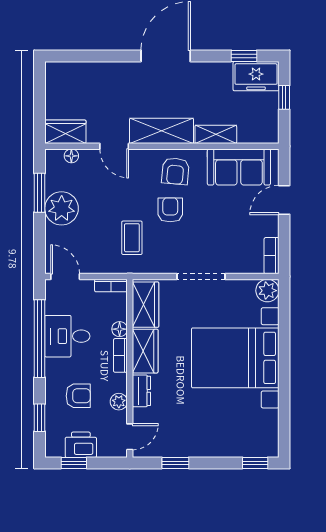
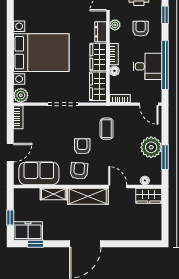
armchair: (170, 210) -> (82, 146), turned 180
armchair: (78, 396) -> (141, 29), turned 90

